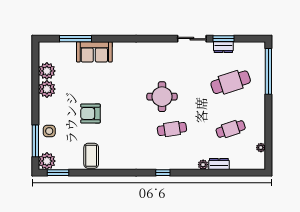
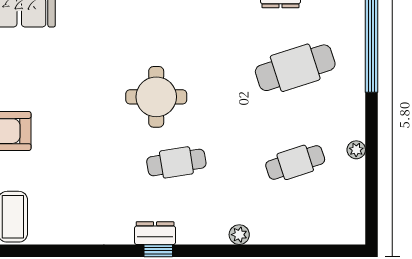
plant: (261, 148) -> (356, 150), moved
dresser: (219, 164) -> (155, 233), moved

